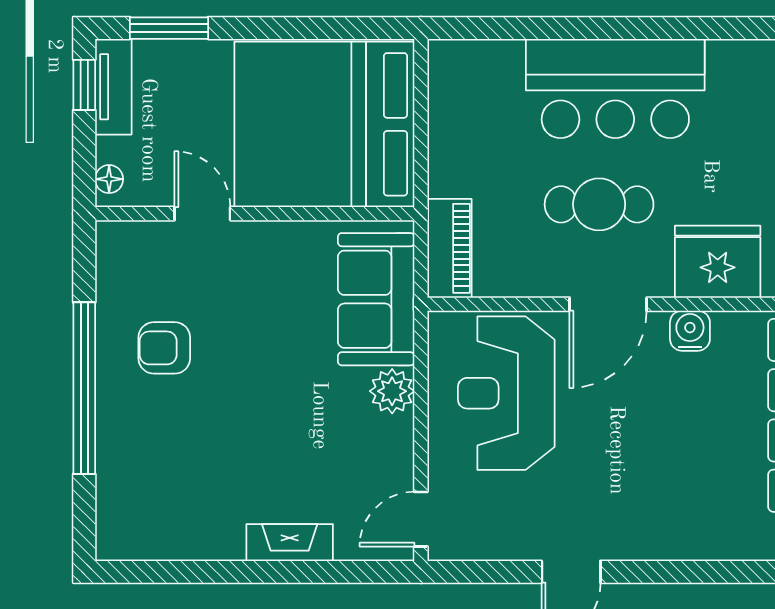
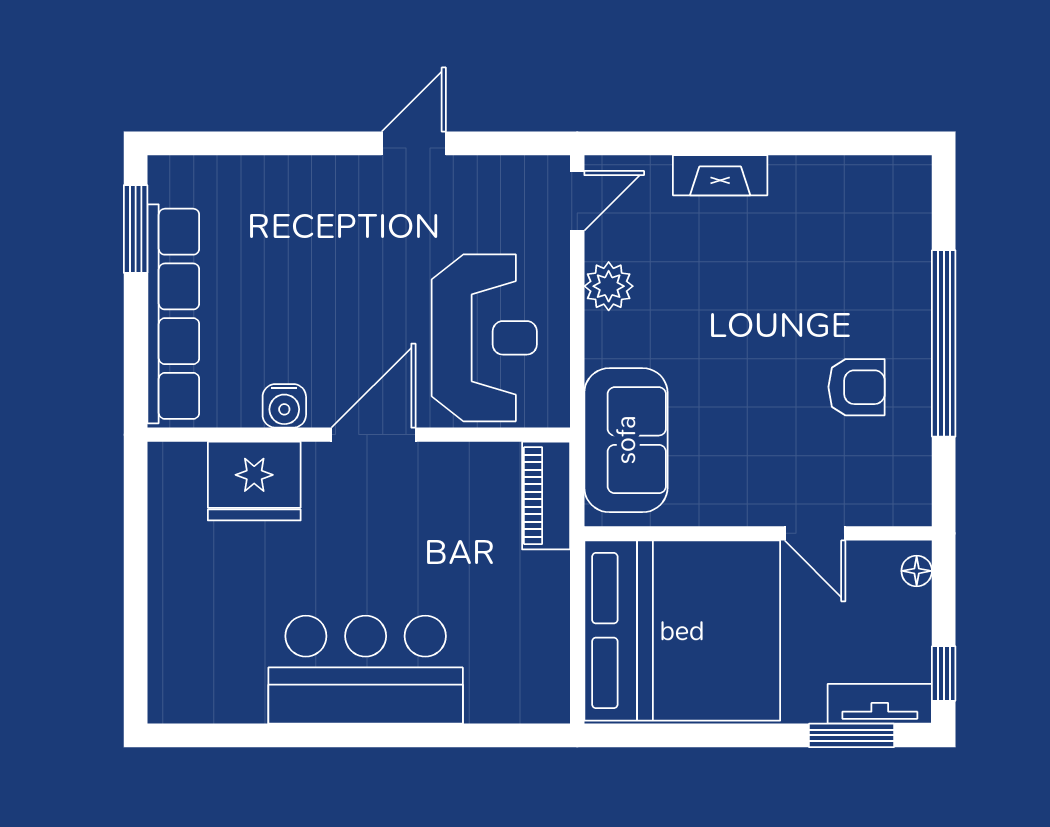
tv unit: (113, 87) -> (880, 704), moved, turned 90
cafe table: (599, 204) -> (383, 543), removed
plant: (392, 391) -> (609, 286), moved

